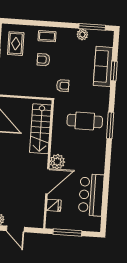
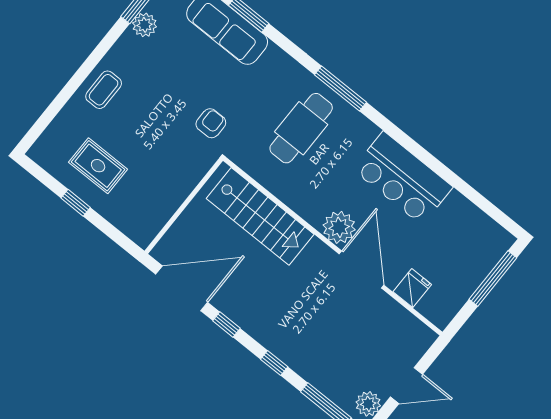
rug: (16, 44) -> (98, 166), moved
armchair: (43, 60) -> (141, 125), removed
bar counter: (91, 195) -> (403, 178), moved
window: (67, 232) -> (493, 279), moved

